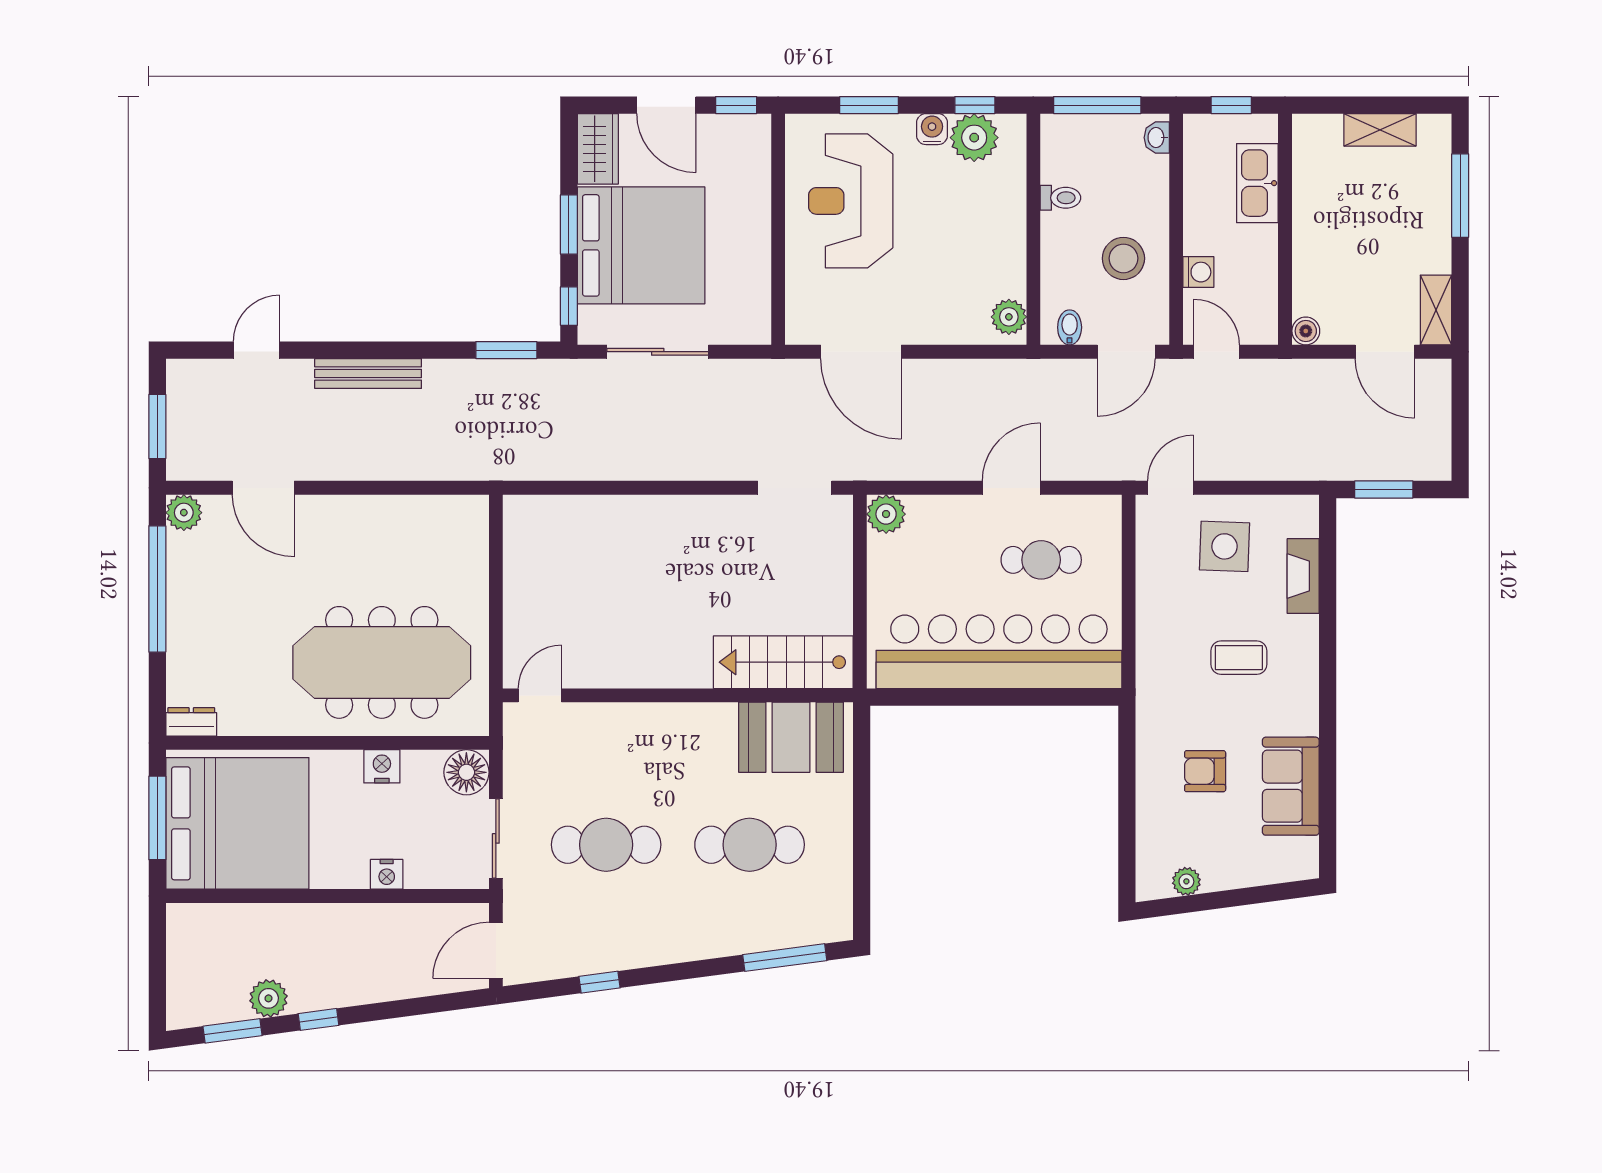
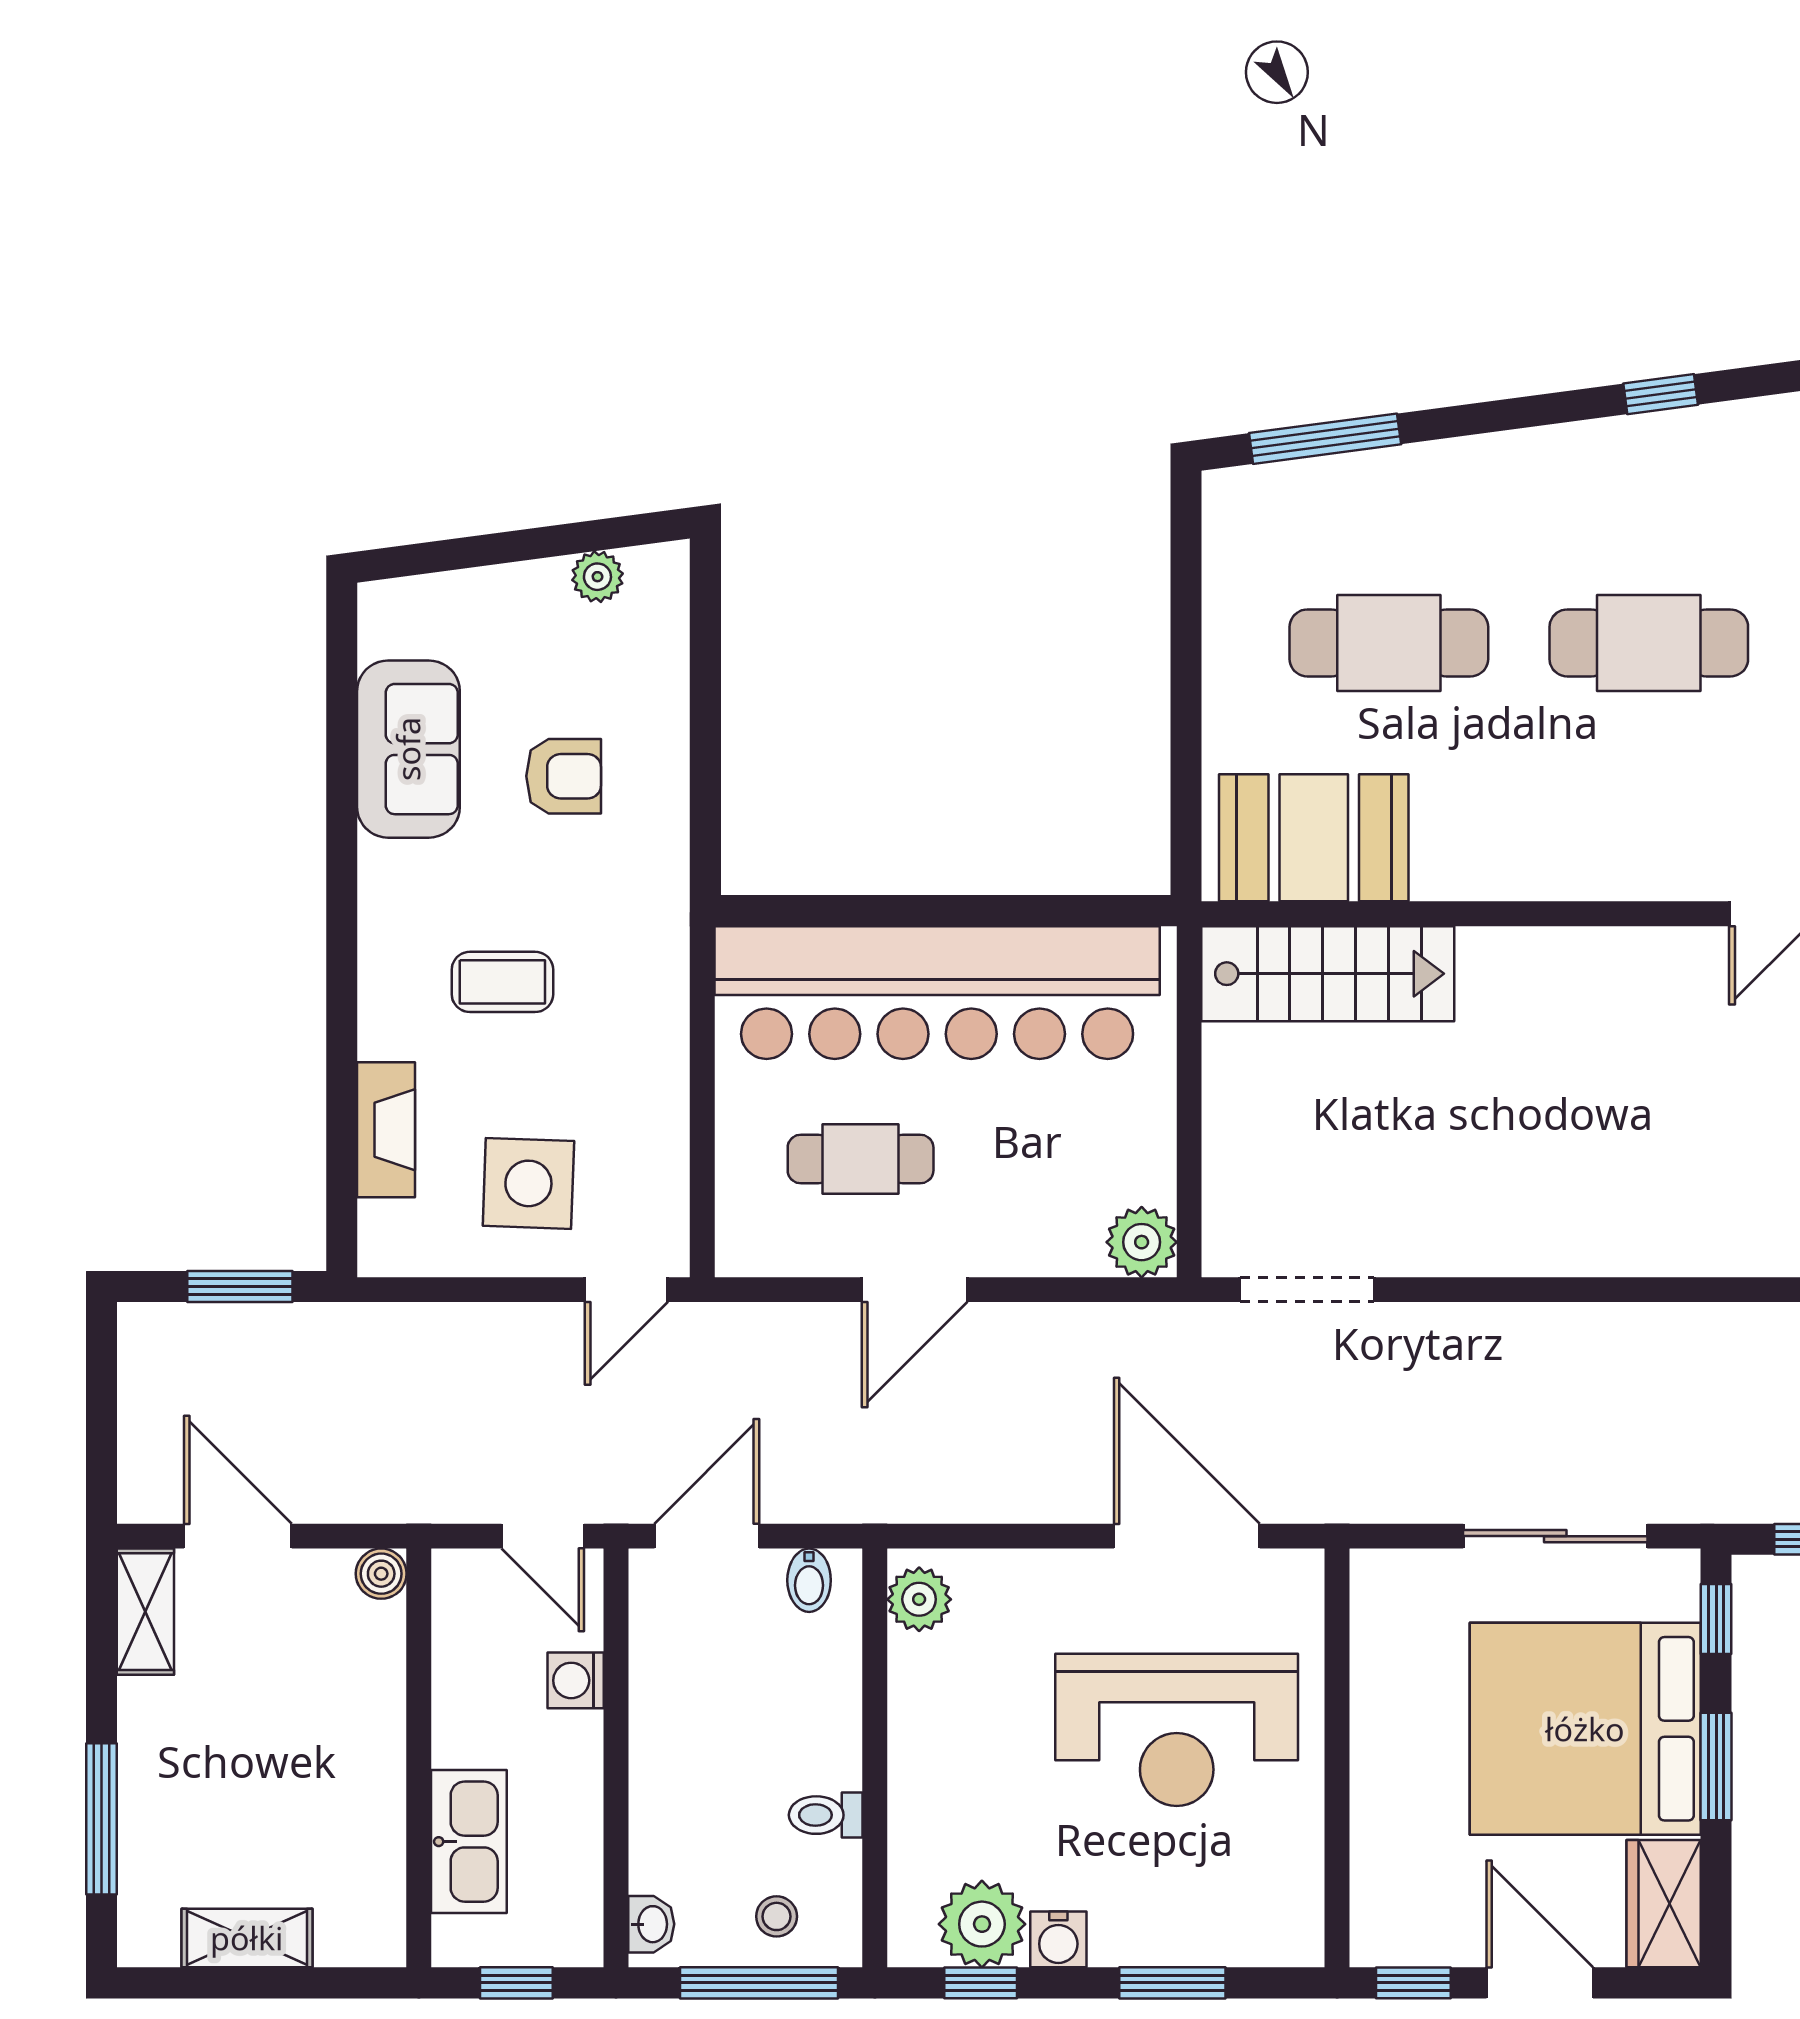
reception desk: (851, 201) -> (1177, 1730), moved, turned 90
stool: (1123, 258) -> (777, 1916), moved, width x0.53, depth x0.53

